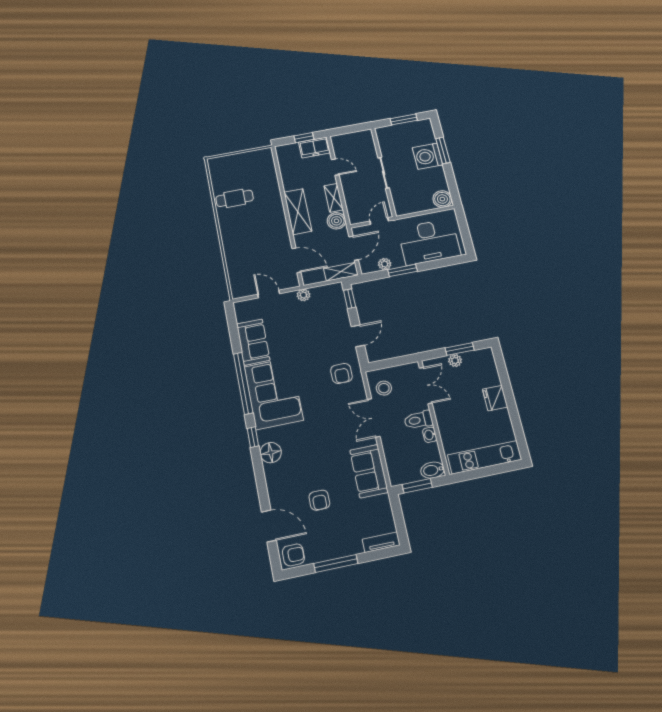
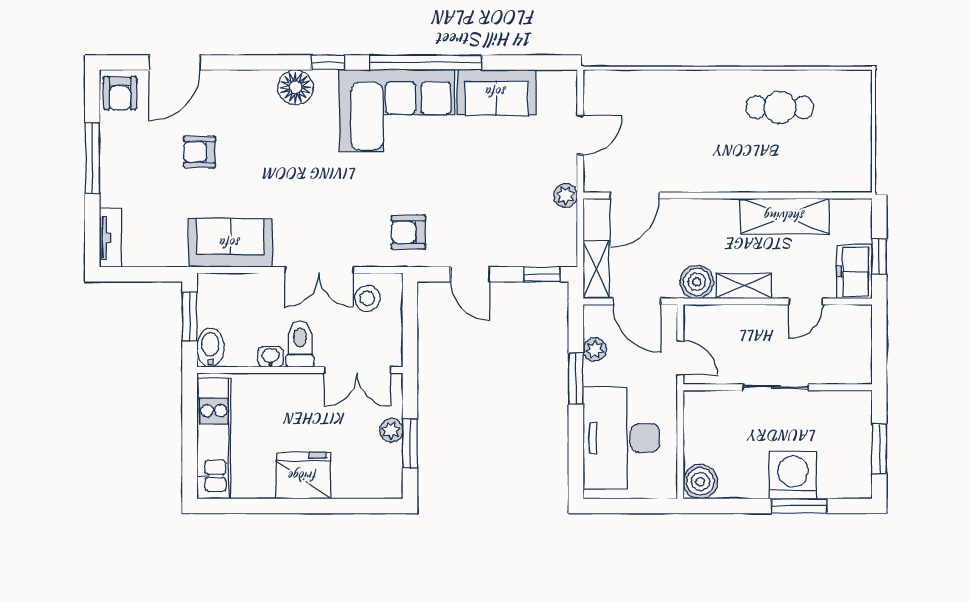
cafe table: (235, 198) -> (780, 107), turned 90
shelving: (298, 212) -> (785, 216), moved
fridge: (495, 398) -> (303, 476), width x1.36, depth x1.34
double door: (374, 418) -> (319, 270), swing flipped

